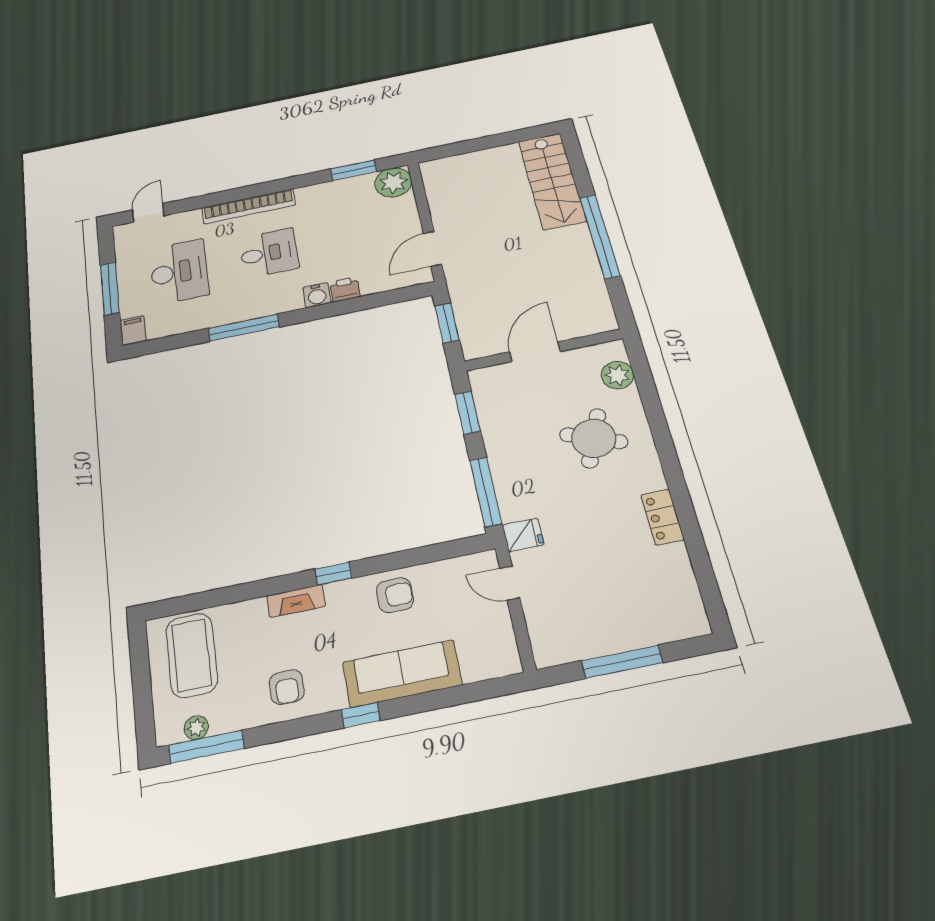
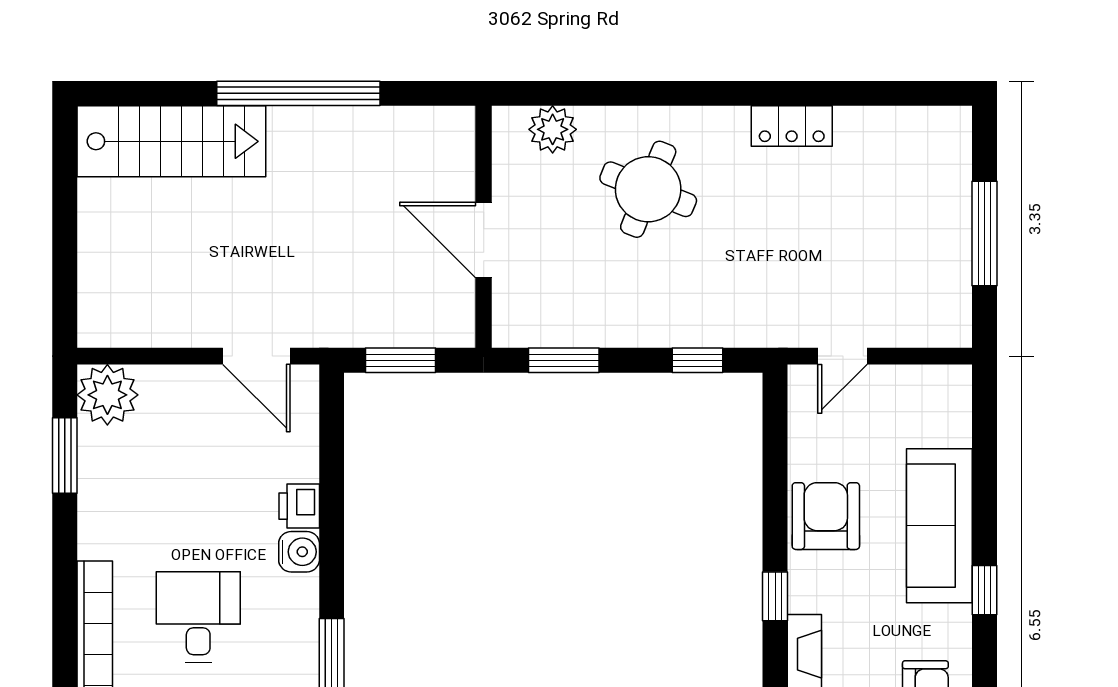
window: (486, 492) -> (698, 360), width x0.46
fridge: (523, 535) -> (775, 322), removed
armchair: (395, 595) -> (826, 516), width x1.38, depth x1.38

